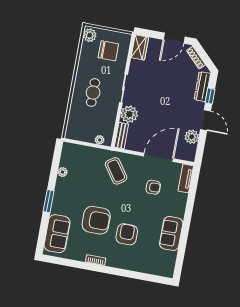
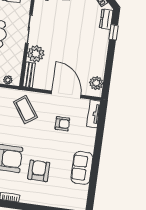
dresser: (202, 87) -> (106, 19), width x0.70
door: (206, 120) -> (110, 56), removed
plant: (192, 137) -> (96, 83), moved
door: (159, 157) -> (66, 94), hinge flipped

